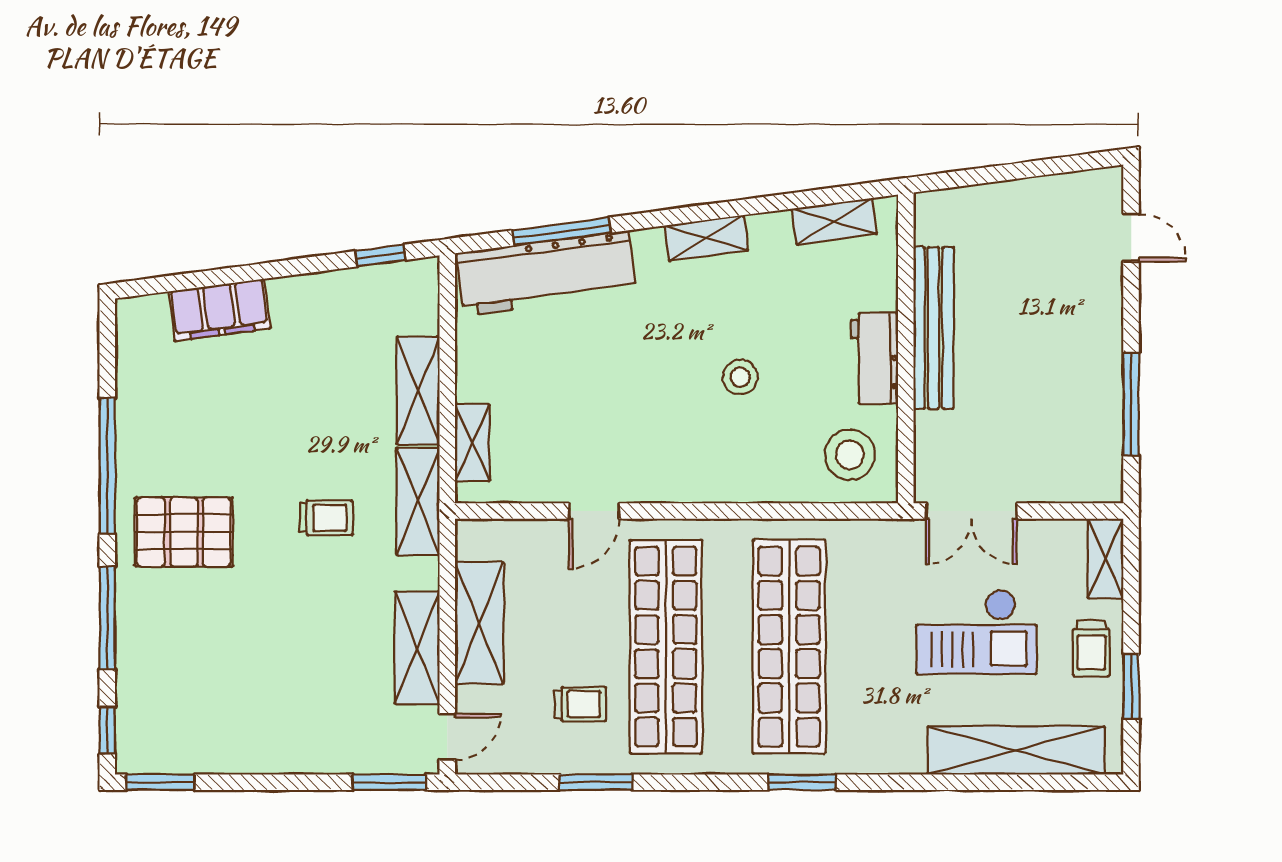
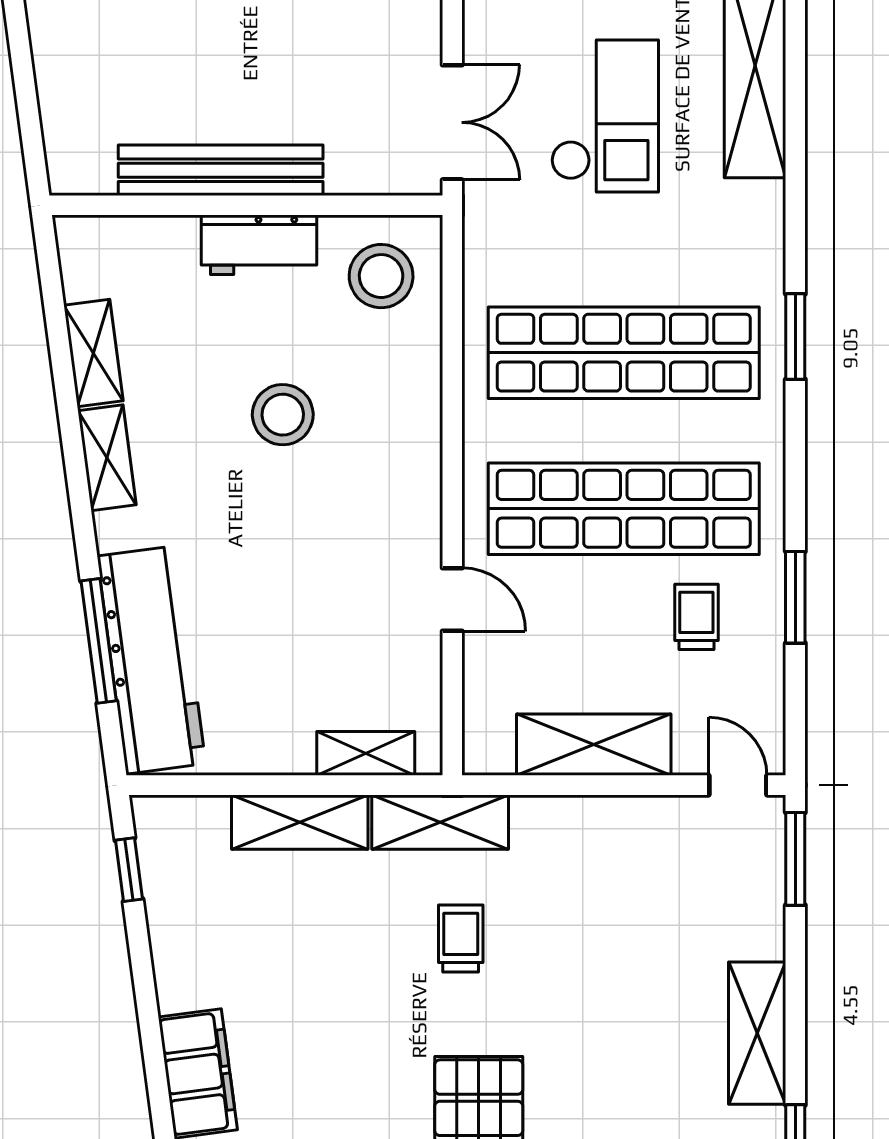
shelving: (834, 221) -> (93, 353), moved
stool: (740, 377) -> (283, 415), width x1.38, depth x1.38
shelving: (417, 648) -> (757, 1033), moved, turned 90

